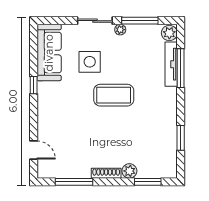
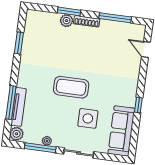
plant: (120, 30) -> (47, 141), moved
window: (148, 182) -> (69, 11), moved

